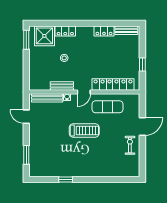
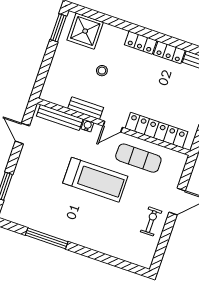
locker: (65, 31) -> (141, 43), moved
treadmill: (84, 130) -> (95, 180), width x1.37, depth x1.38
window: (66, 180) -> (47, 238), width x2.17

